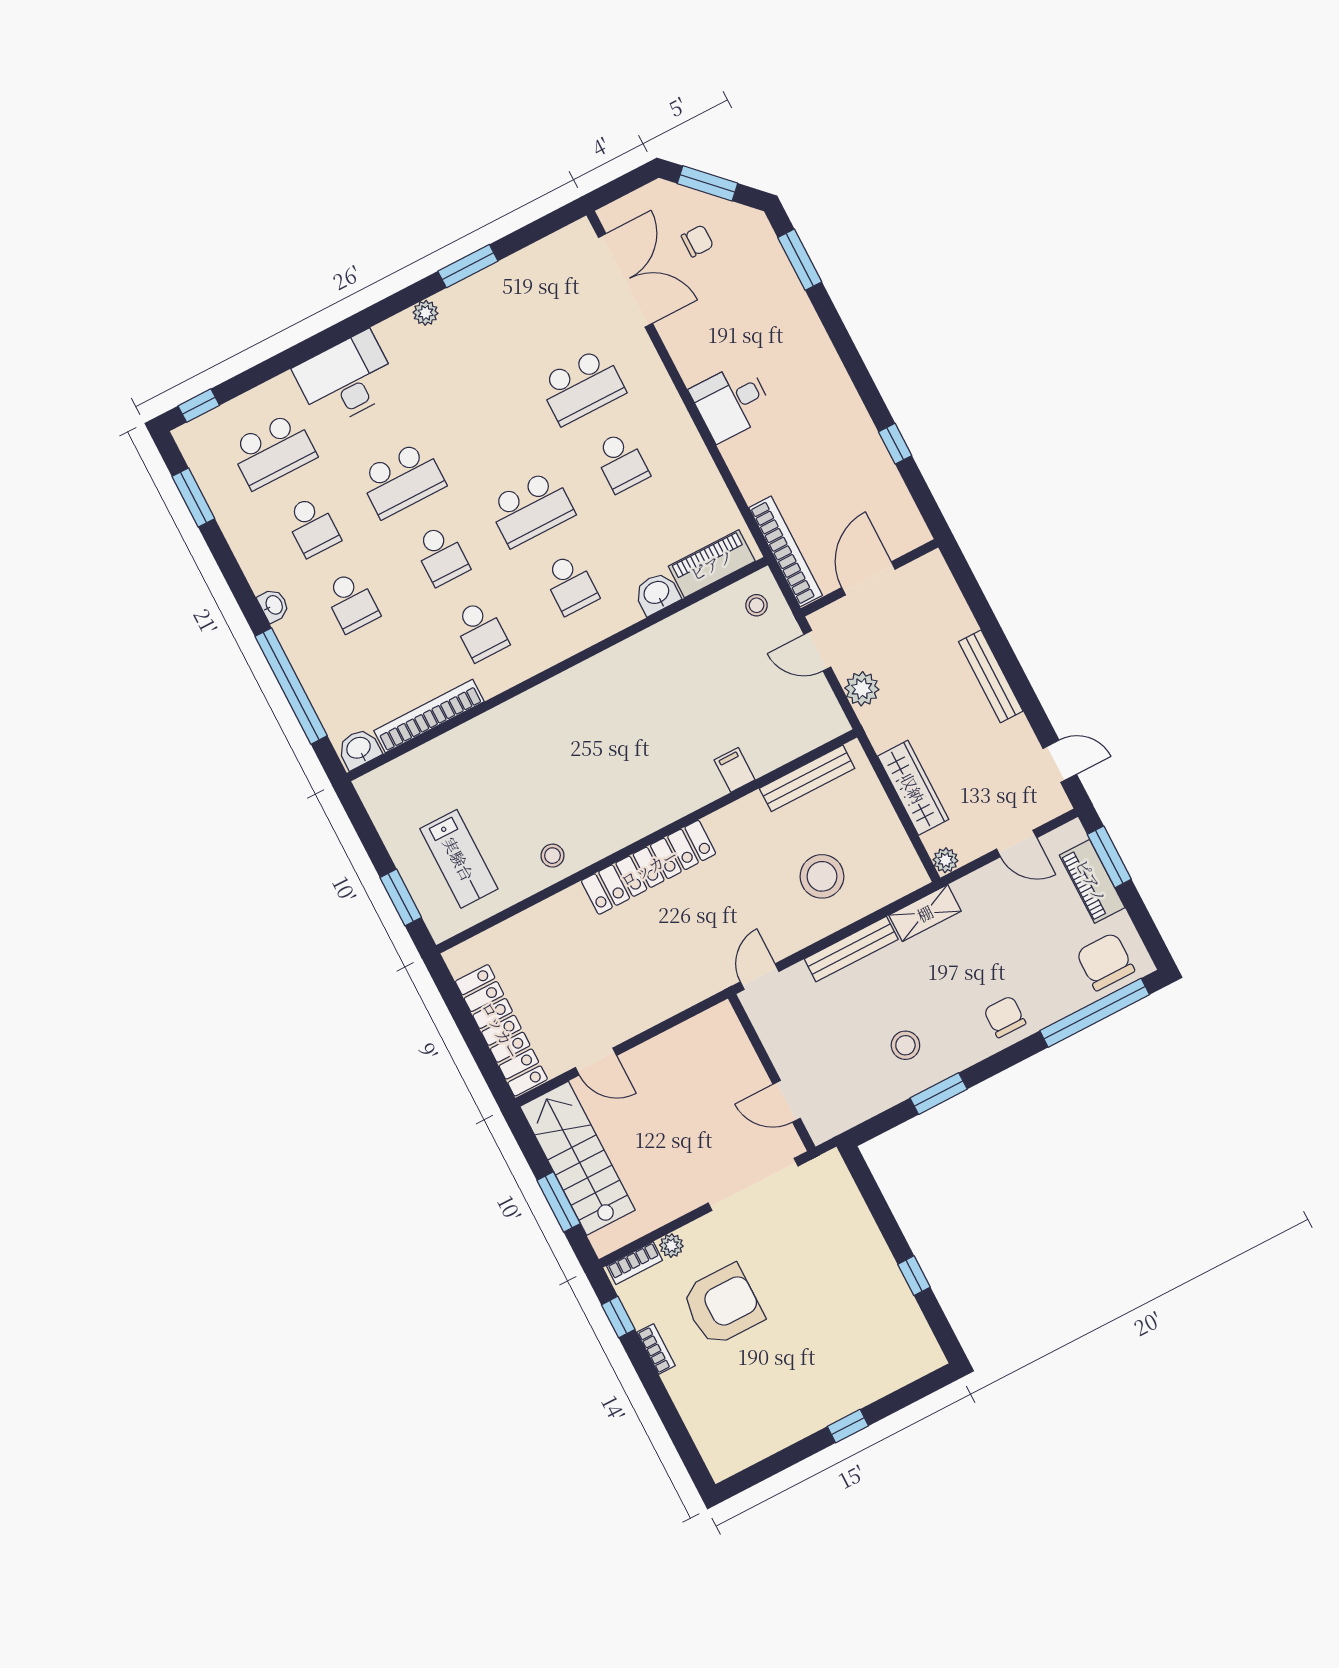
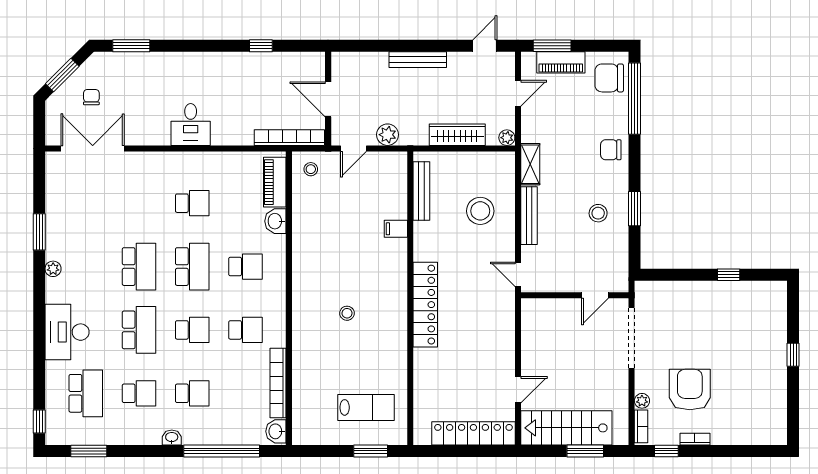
school desk: (582, 386) -> (139, 267), moved
stool: (552, 856) -> (347, 313), moved

